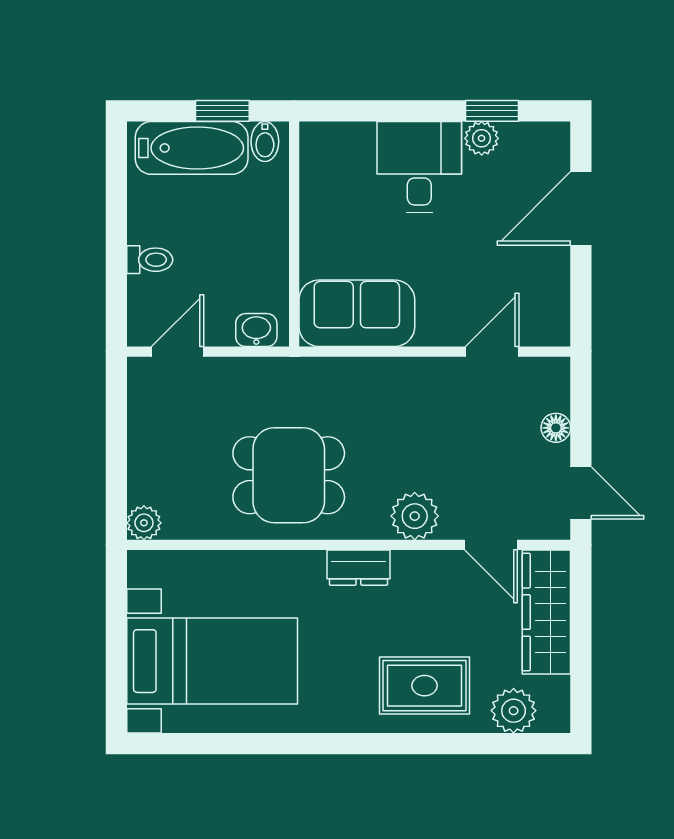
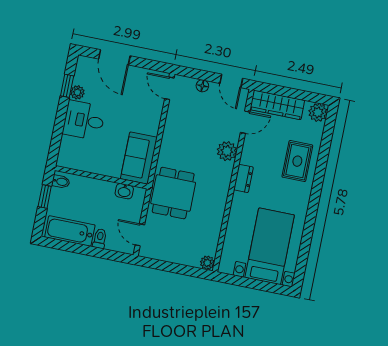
bathtub: (192, 148) -> (70, 231), moved, turned -90
washbasin: (256, 330) -> (124, 191), moved, turned -90
door: (492, 352) -> (169, 88), moved
dining table: (289, 475) -> (173, 193), moved
door: (581, 493) -> (231, 81), swing flipped
plant: (514, 711) -> (318, 112), moved

